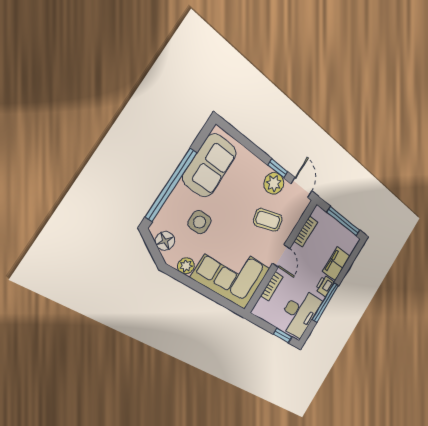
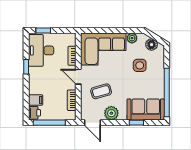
sofa: (210, 165) -> (146, 109), moved, turned 90
window: (278, 168) -> (136, 123), moved
window: (171, 185) -> (167, 93), moved
filing cabinet: (336, 264) -> (36, 100), width x0.50
printer: (325, 286) -> (34, 113), moved
window: (325, 302) -> (26, 67), width x0.46

